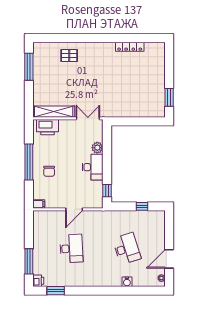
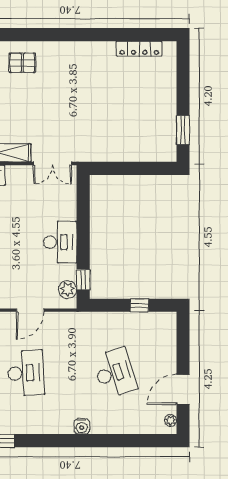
locker: (130, 47) -> (139, 49), moved
double door: (88, 118) -> (52, 164), swing flipped
plant: (97, 148) -> (68, 290), moved
water cooler: (127, 282) -> (82, 426), moved

